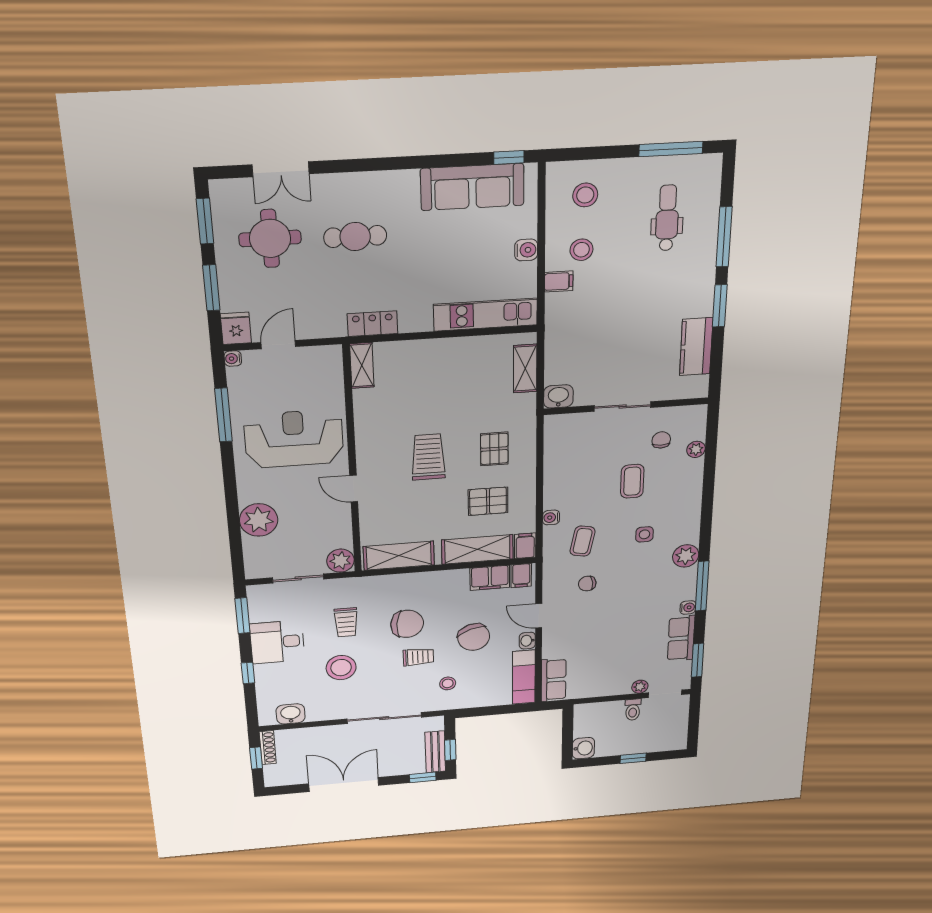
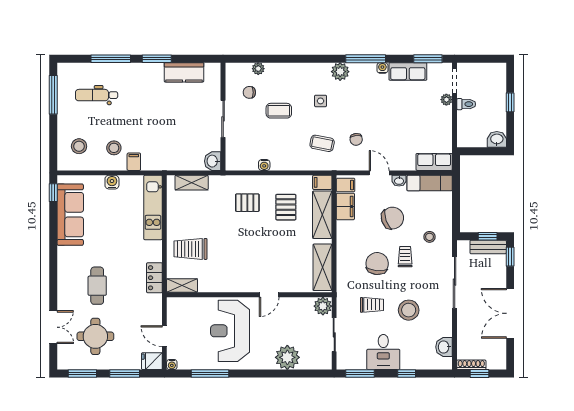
trolley: (428, 457) -> (190, 249), moved
water cooler: (551, 517) -> (264, 165), moved
door: (539, 616) -> (379, 173), swing flipped

